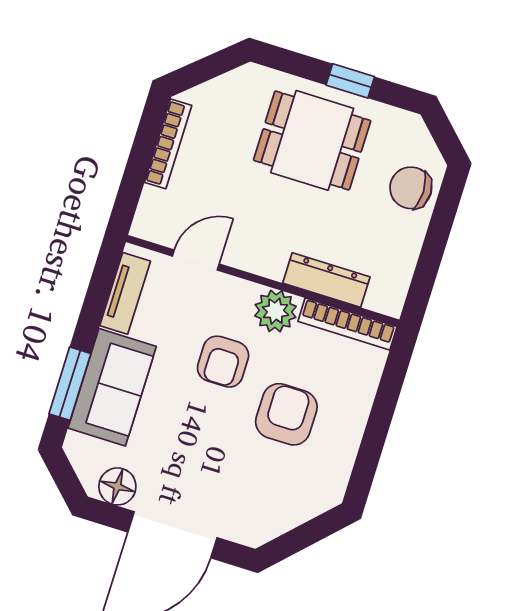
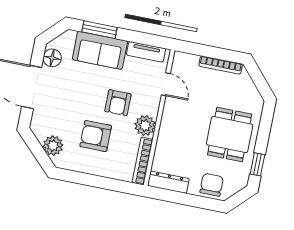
window: (350, 81) -> (257, 164), moved
dresser: (326, 280) -> (168, 182), moved, turned -90
armchair: (223, 362) -> (118, 103), turned -90
armchair: (286, 414) -> (96, 136), turned 180
plant: (297, 504) -> (53, 146), added

